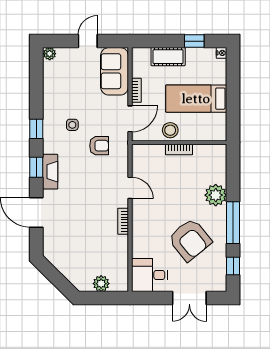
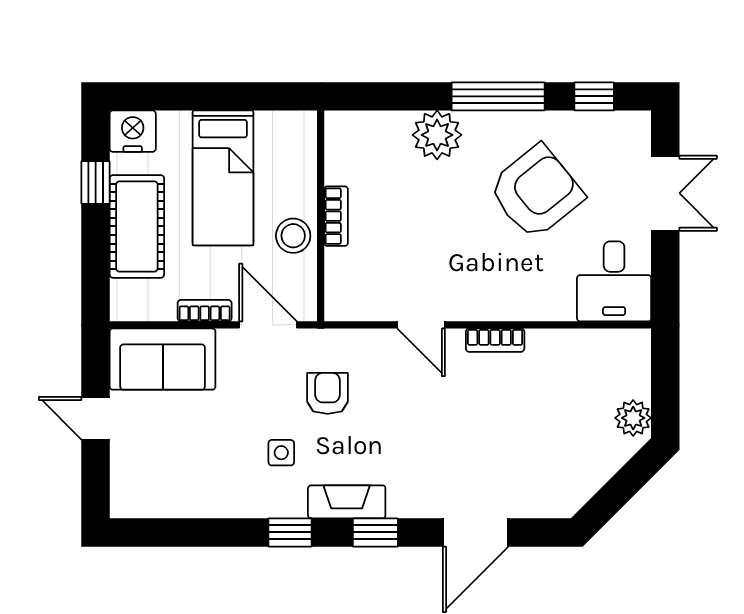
nightstand: (222, 53) -> (133, 131), width x1.89, depth x1.79
plant: (50, 54) -> (124, 503), removed
cot: (168, 57) -> (137, 226), width x1.37, depth x1.34
fireplace: (50, 172) -> (347, 502), moved
door: (130, 188) -> (421, 325), swing flipped
plant: (101, 284) -> (633, 418), moved

